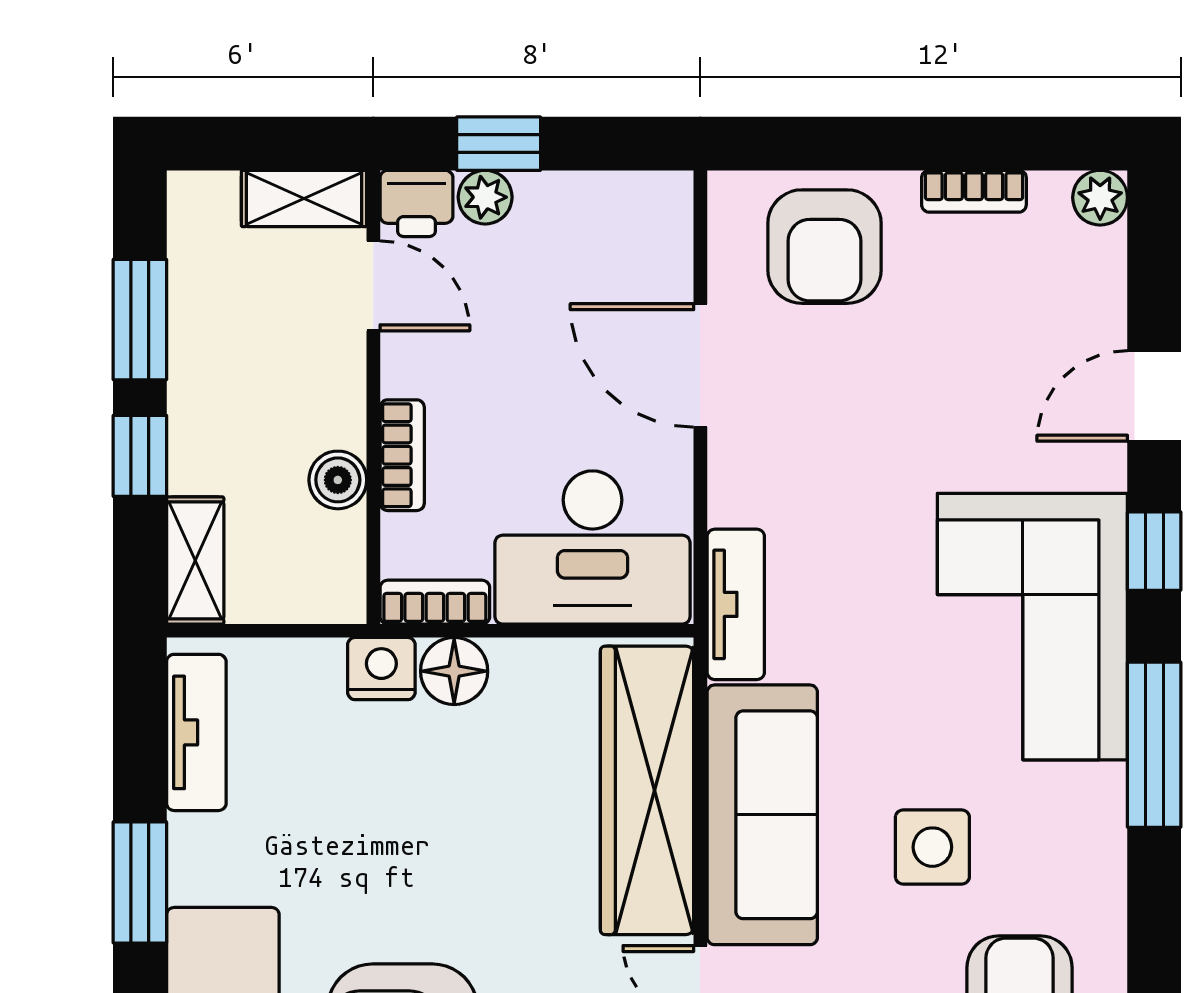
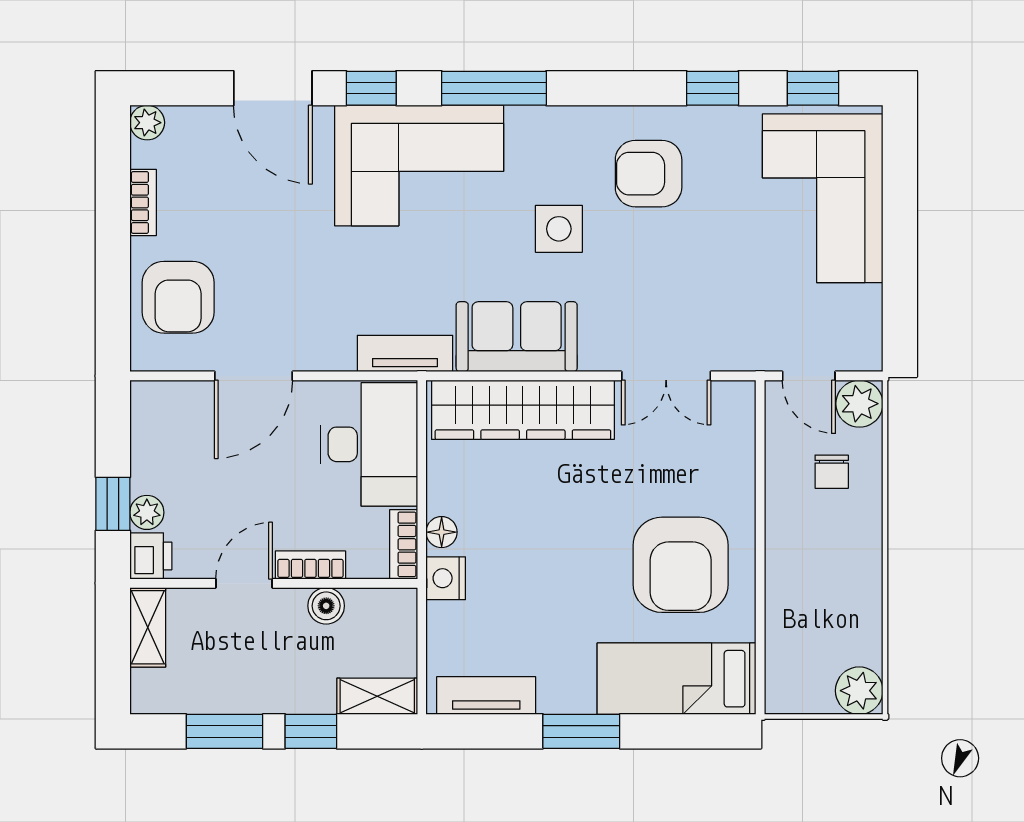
armchair: (824, 247) -> (178, 297), turned 90
door: (373, 286) -> (244, 583), moved
door: (1154, 396) -> (273, 88), width x1.38
floor lamp: (454, 671) -> (442, 532), width x0.73, depth x0.73
sofa: (762, 815) -> (517, 337), width x0.73

